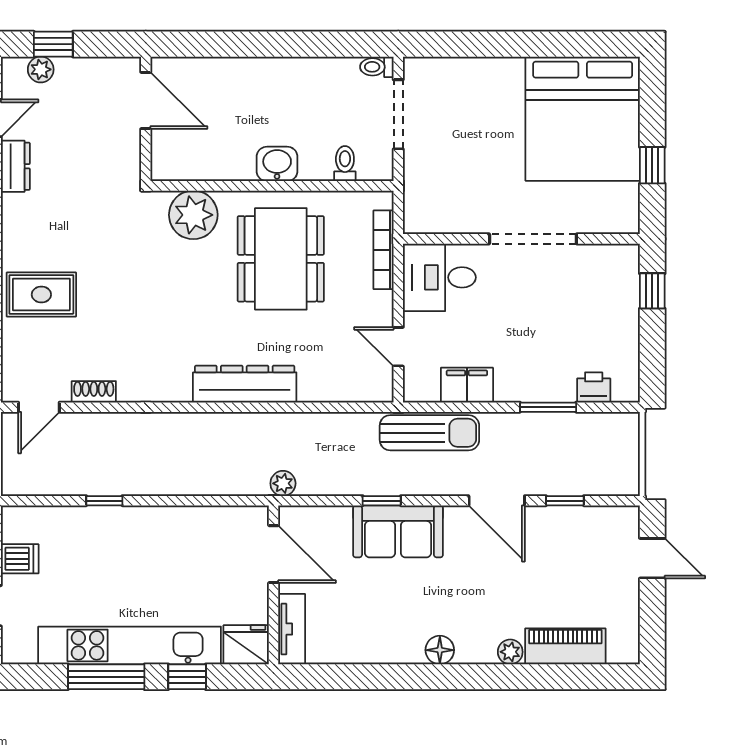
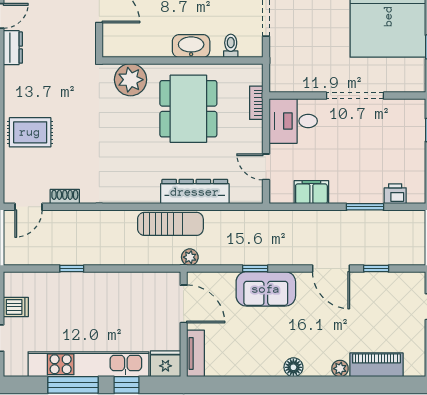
washbasin: (277, 164) -> (191, 46), width x1.38
bookcase: (383, 250) -> (256, 103), width x0.64
dresser: (245, 384) -> (195, 192), moved
sun lounger: (429, 433) -> (170, 224), moved

